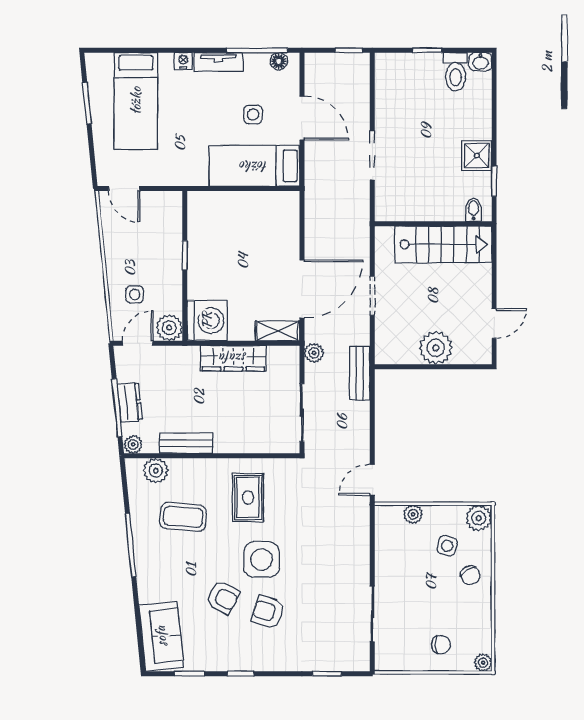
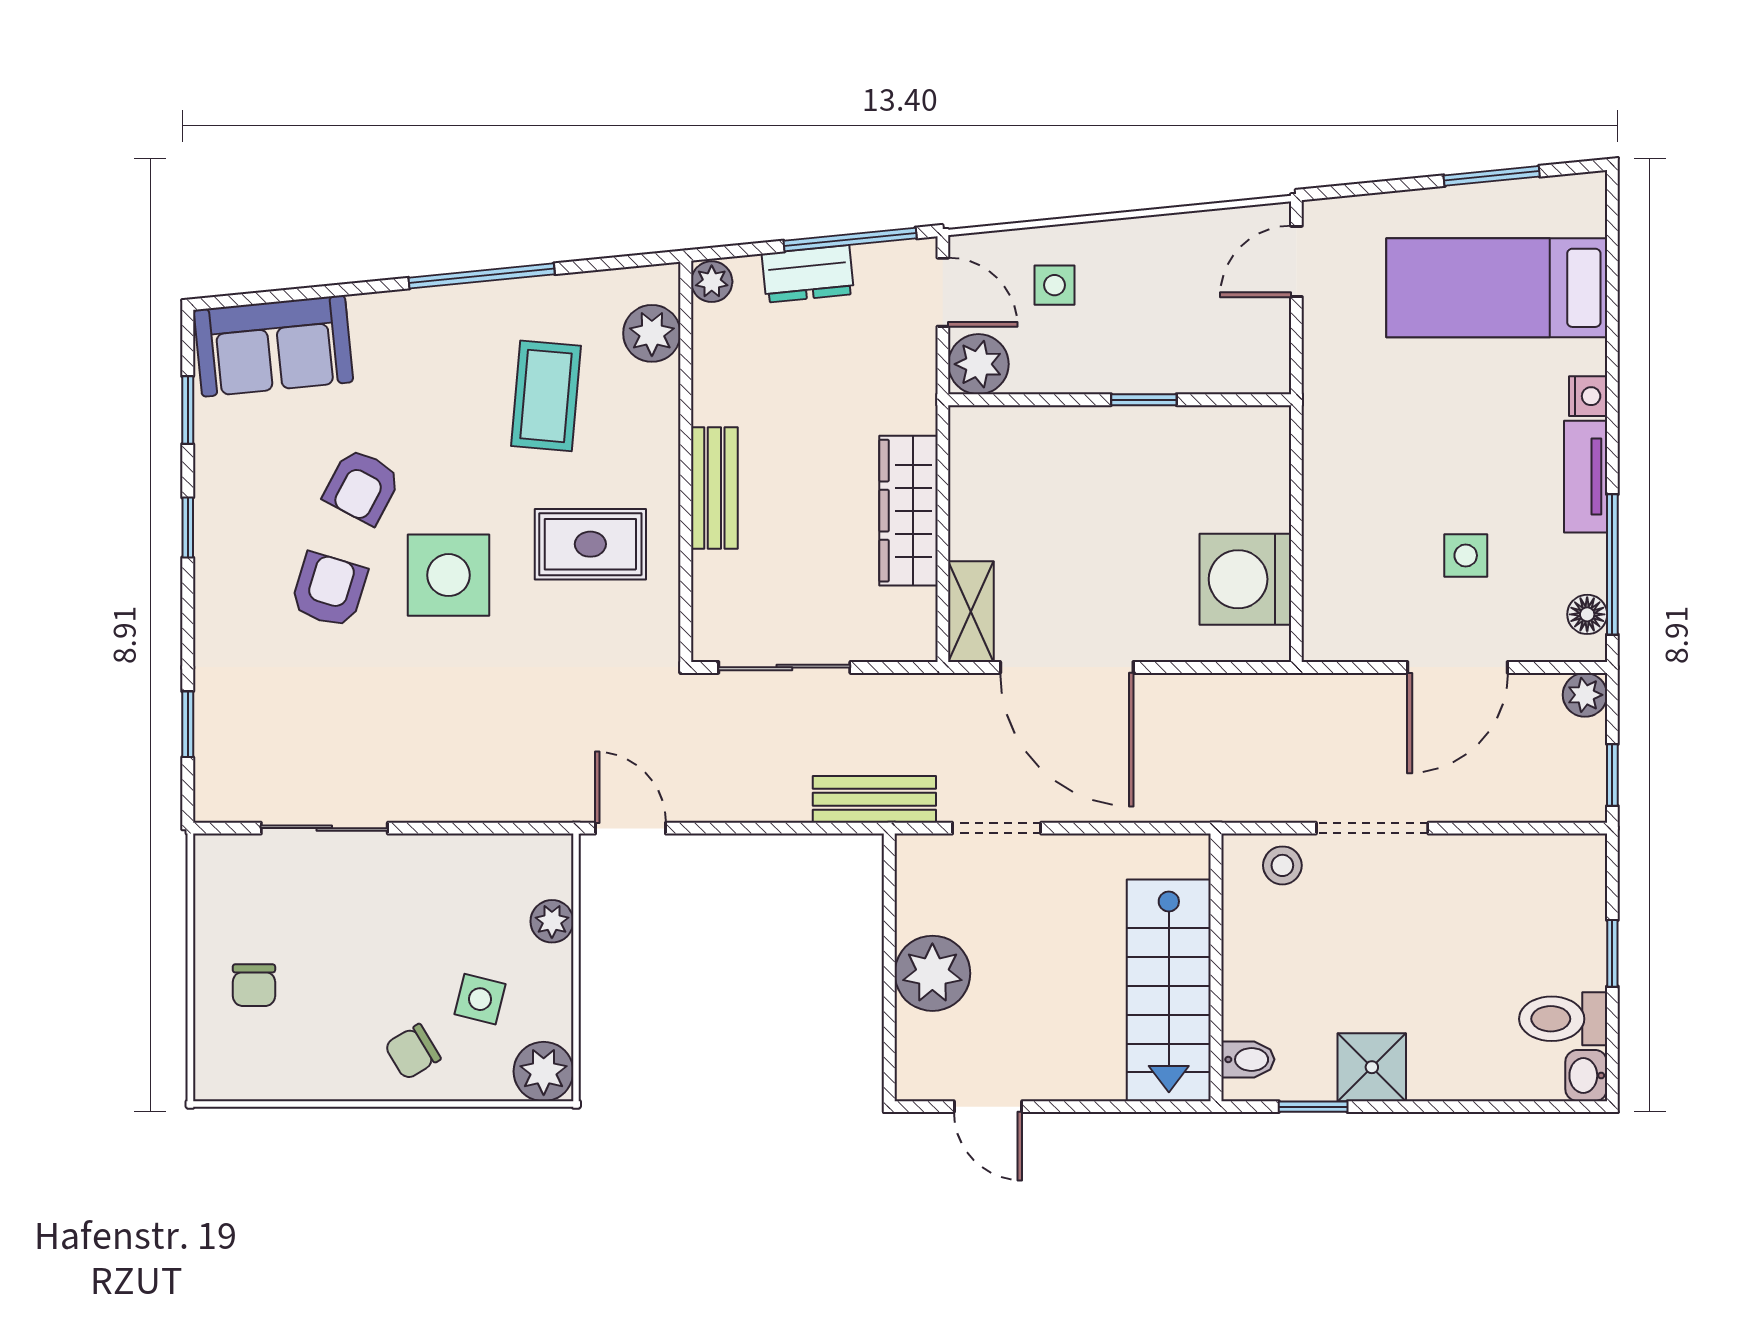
bed: (254, 166) -> (1348, 559), removed
stool: (389, 195) -> (1282, 865), added
doorway: (372, 296) -> (997, 828), moved
washing machine: (207, 320) -> (1245, 579), moved, turned 90
plant: (314, 353) -> (1585, 695), moved
window: (117, 408) -> (850, 239), moved
bench: (186, 443) -> (714, 488), moved
plant: (483, 663) -> (213, 1081), removed

